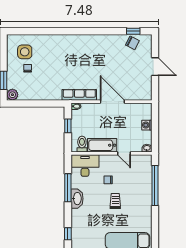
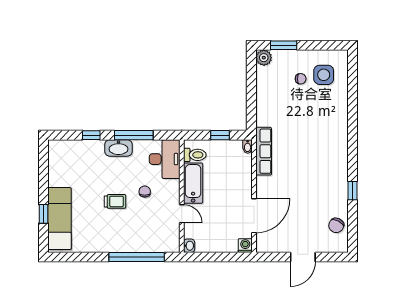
window: (133, 31) -> (352, 191), moved
door: (112, 102) -> (254, 216), moved
washing machine: (147, 125) -> (245, 246), moved
door: (124, 153) -> (182, 214), swing flipped
window: (68, 234) -> (91, 135), moved

